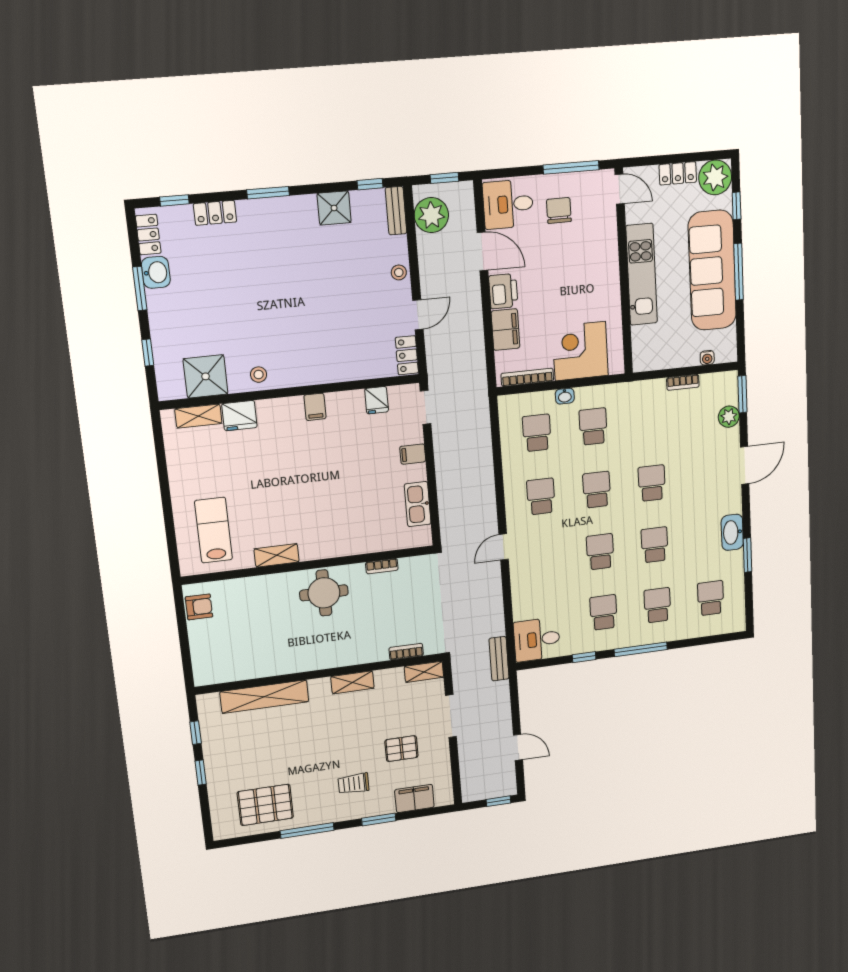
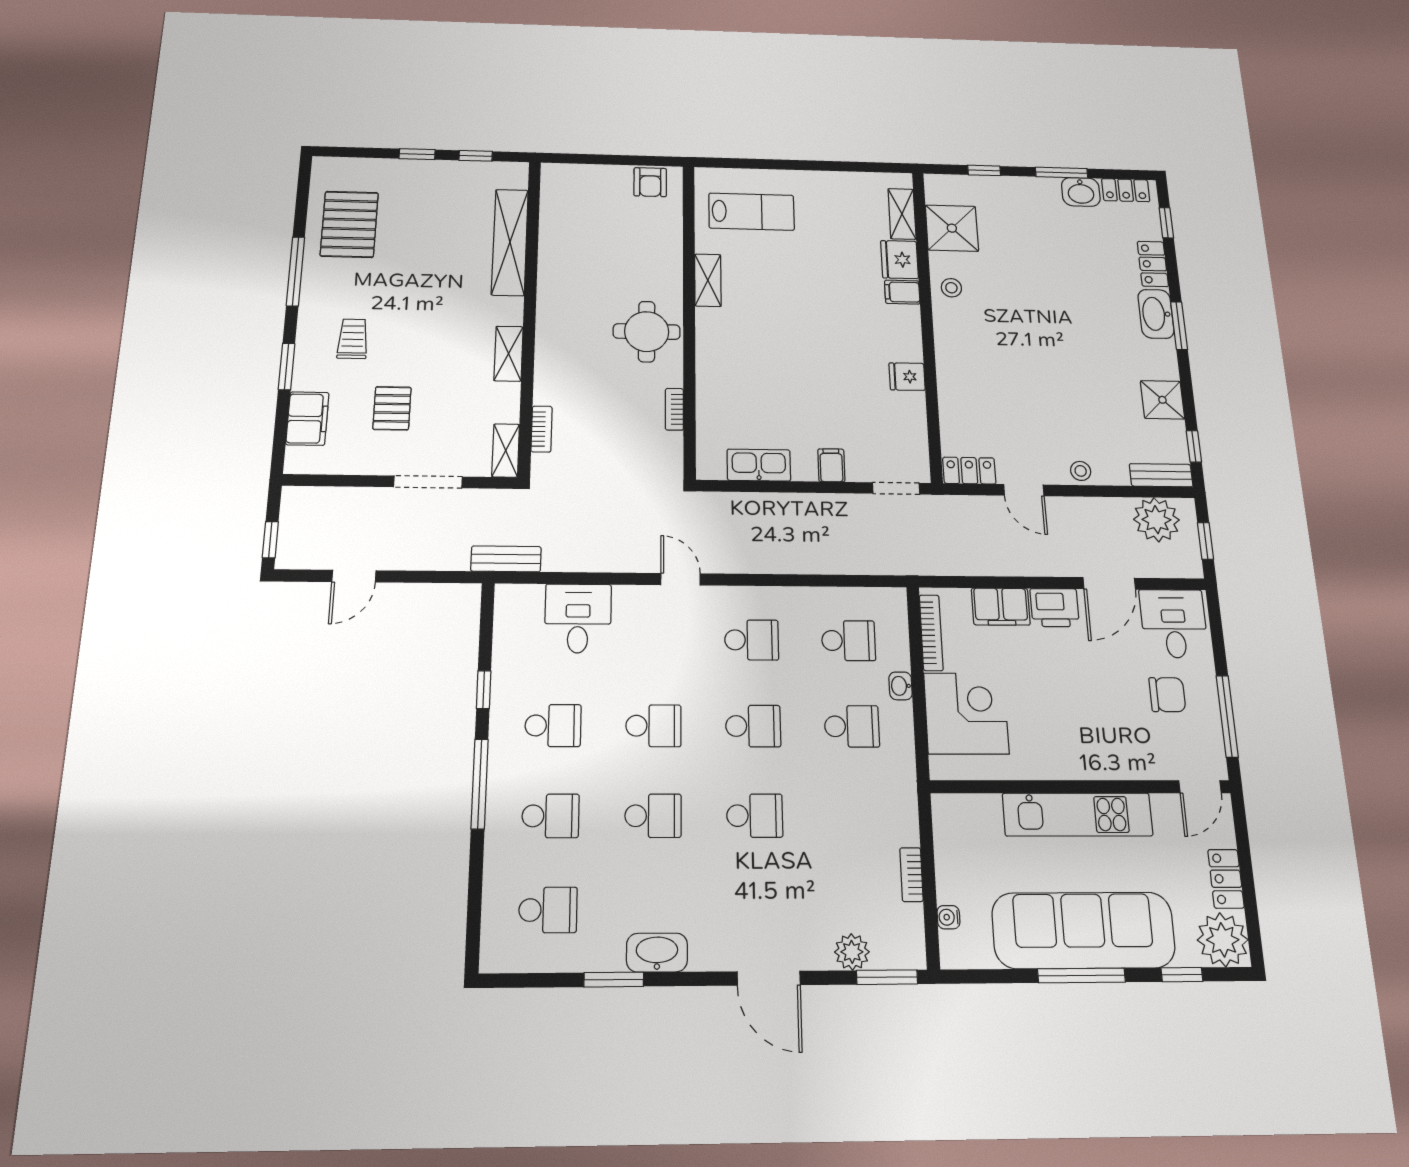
washbasin: (260, 211) -> (1156, 314), added
fridge: (377, 400) -> (907, 377), moved
filing cabinet: (315, 407) -> (902, 292), moved
desk: (537, 640) -> (578, 618), moved

